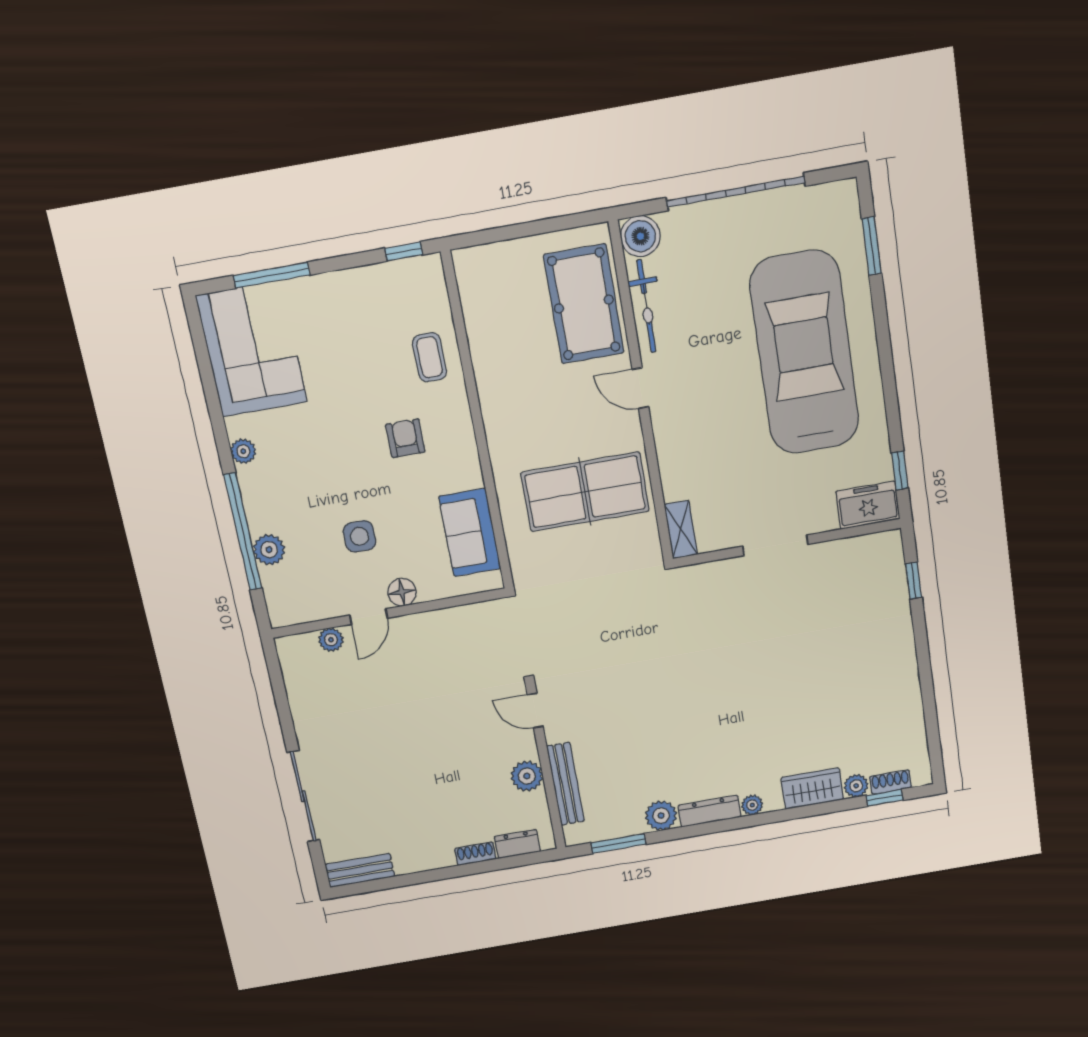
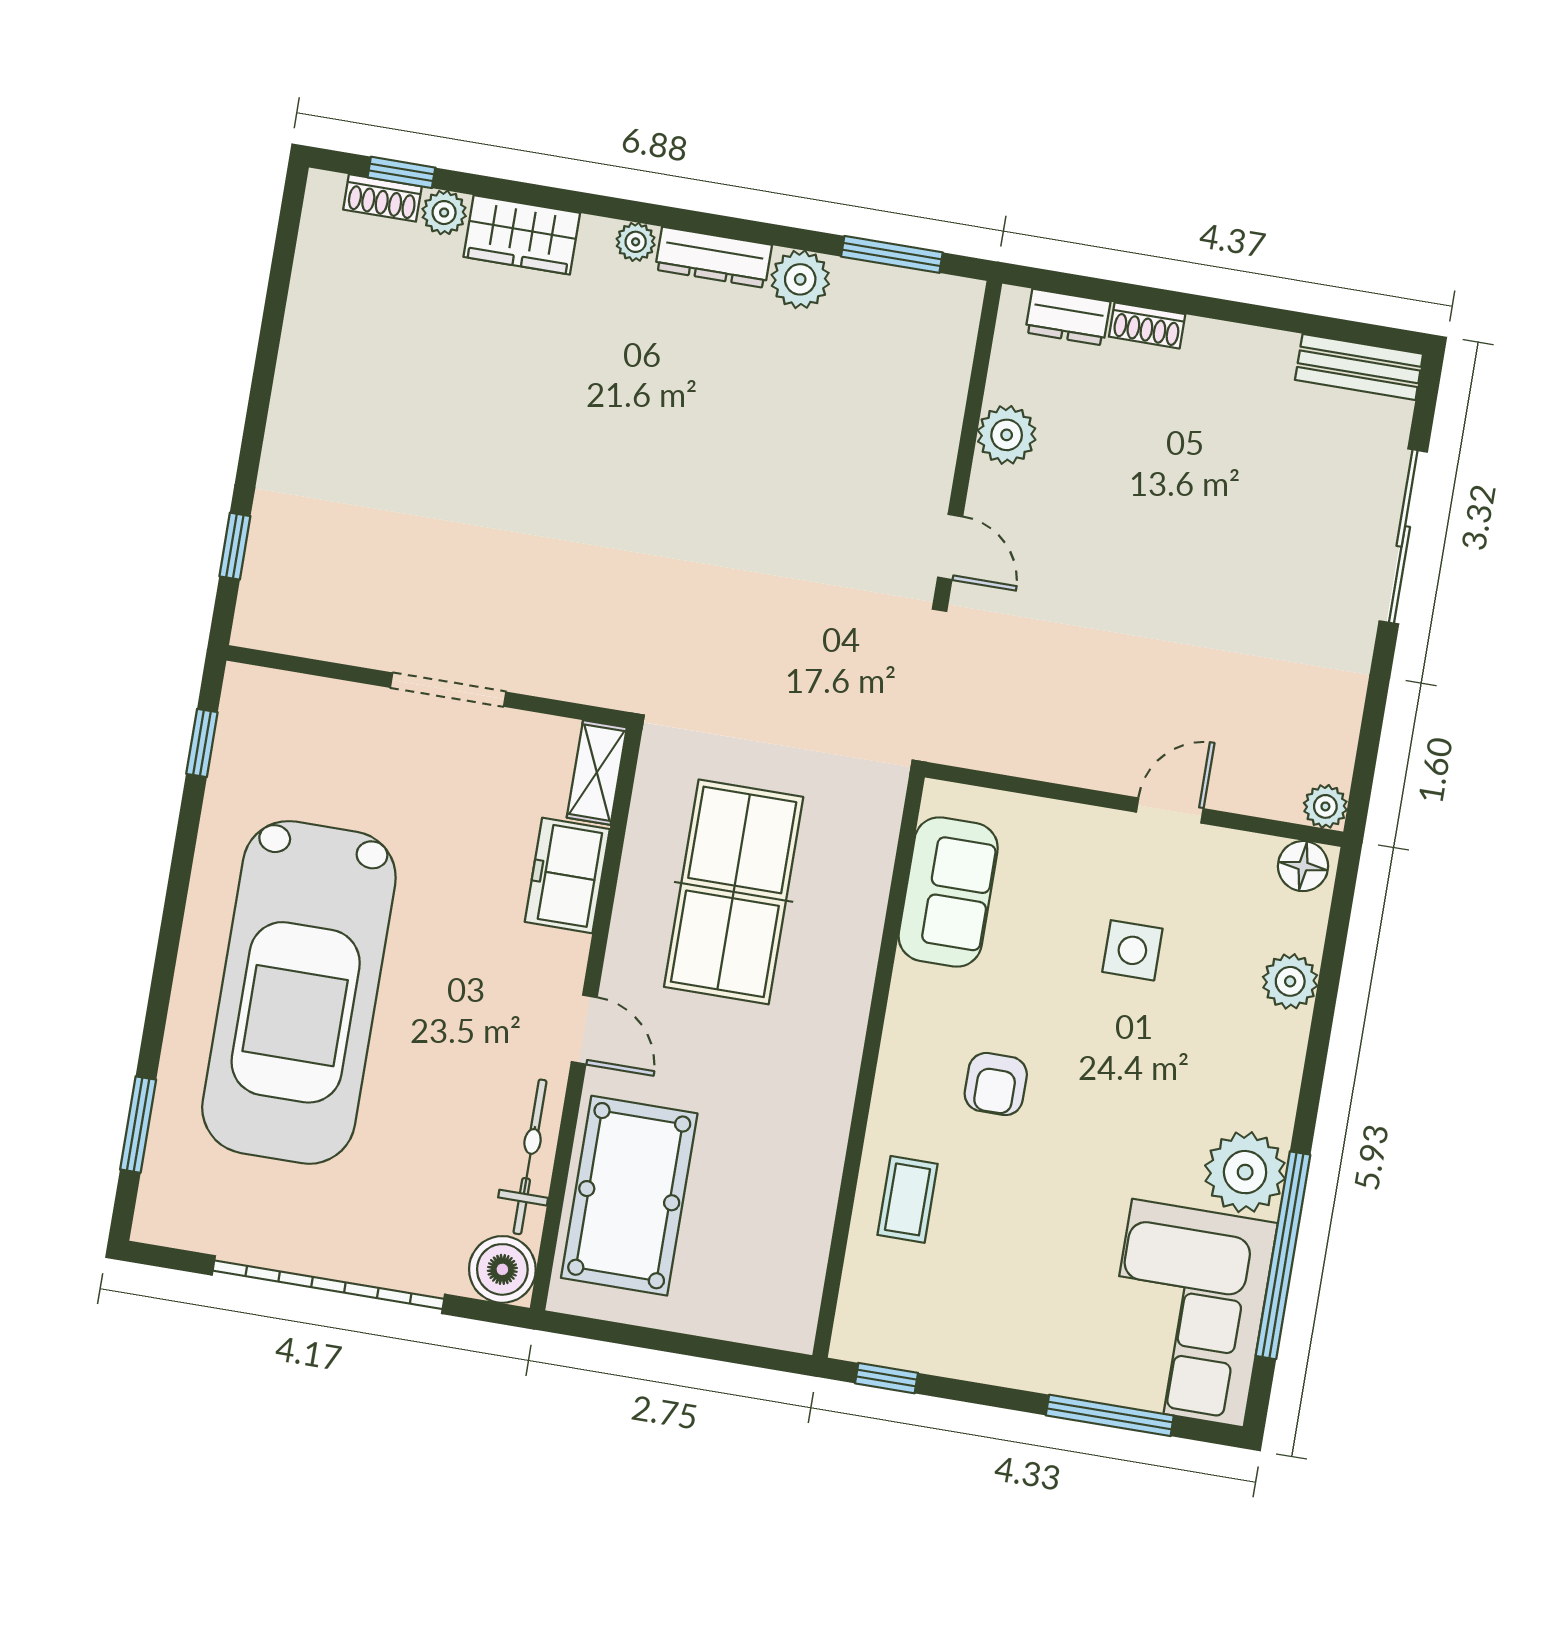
plant: (243, 451) -> (1245, 1172), width x1.88, depth x1.88
table tennis table: (585, 492) -> (734, 892), turned 90
freezer: (868, 505) -> (567, 876), moved, turned 90
window: (243, 532) -> (1283, 1255), moved
floor lamp: (402, 592) -> (1303, 866), moved
plant: (331, 640) -> (1325, 806), moved
bench: (565, 784) -> (945, 397), removed

